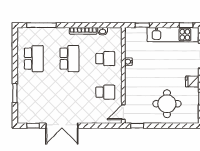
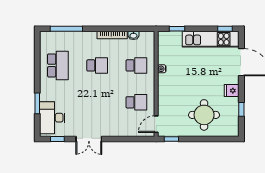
school desk: (70, 59) -> (97, 65), width x0.54
desk: (29, 106) -> (52, 118), added
double door: (62, 126) -> (89, 139), width x0.73

